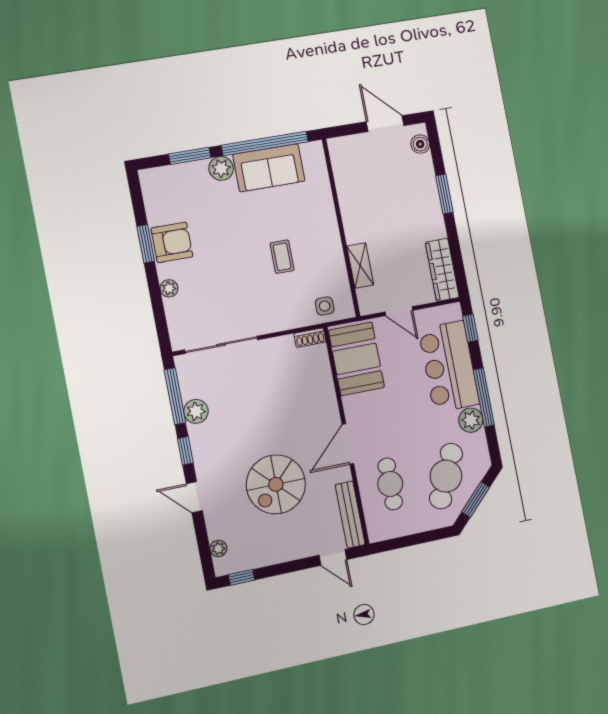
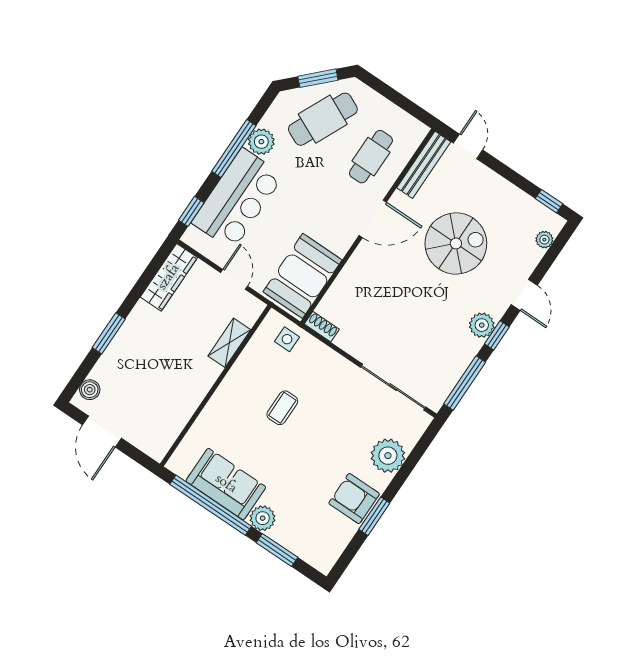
plant: (169, 288) -> (388, 456), width x1.88, depth x1.88
plant: (196, 411) -> (482, 325), moved

